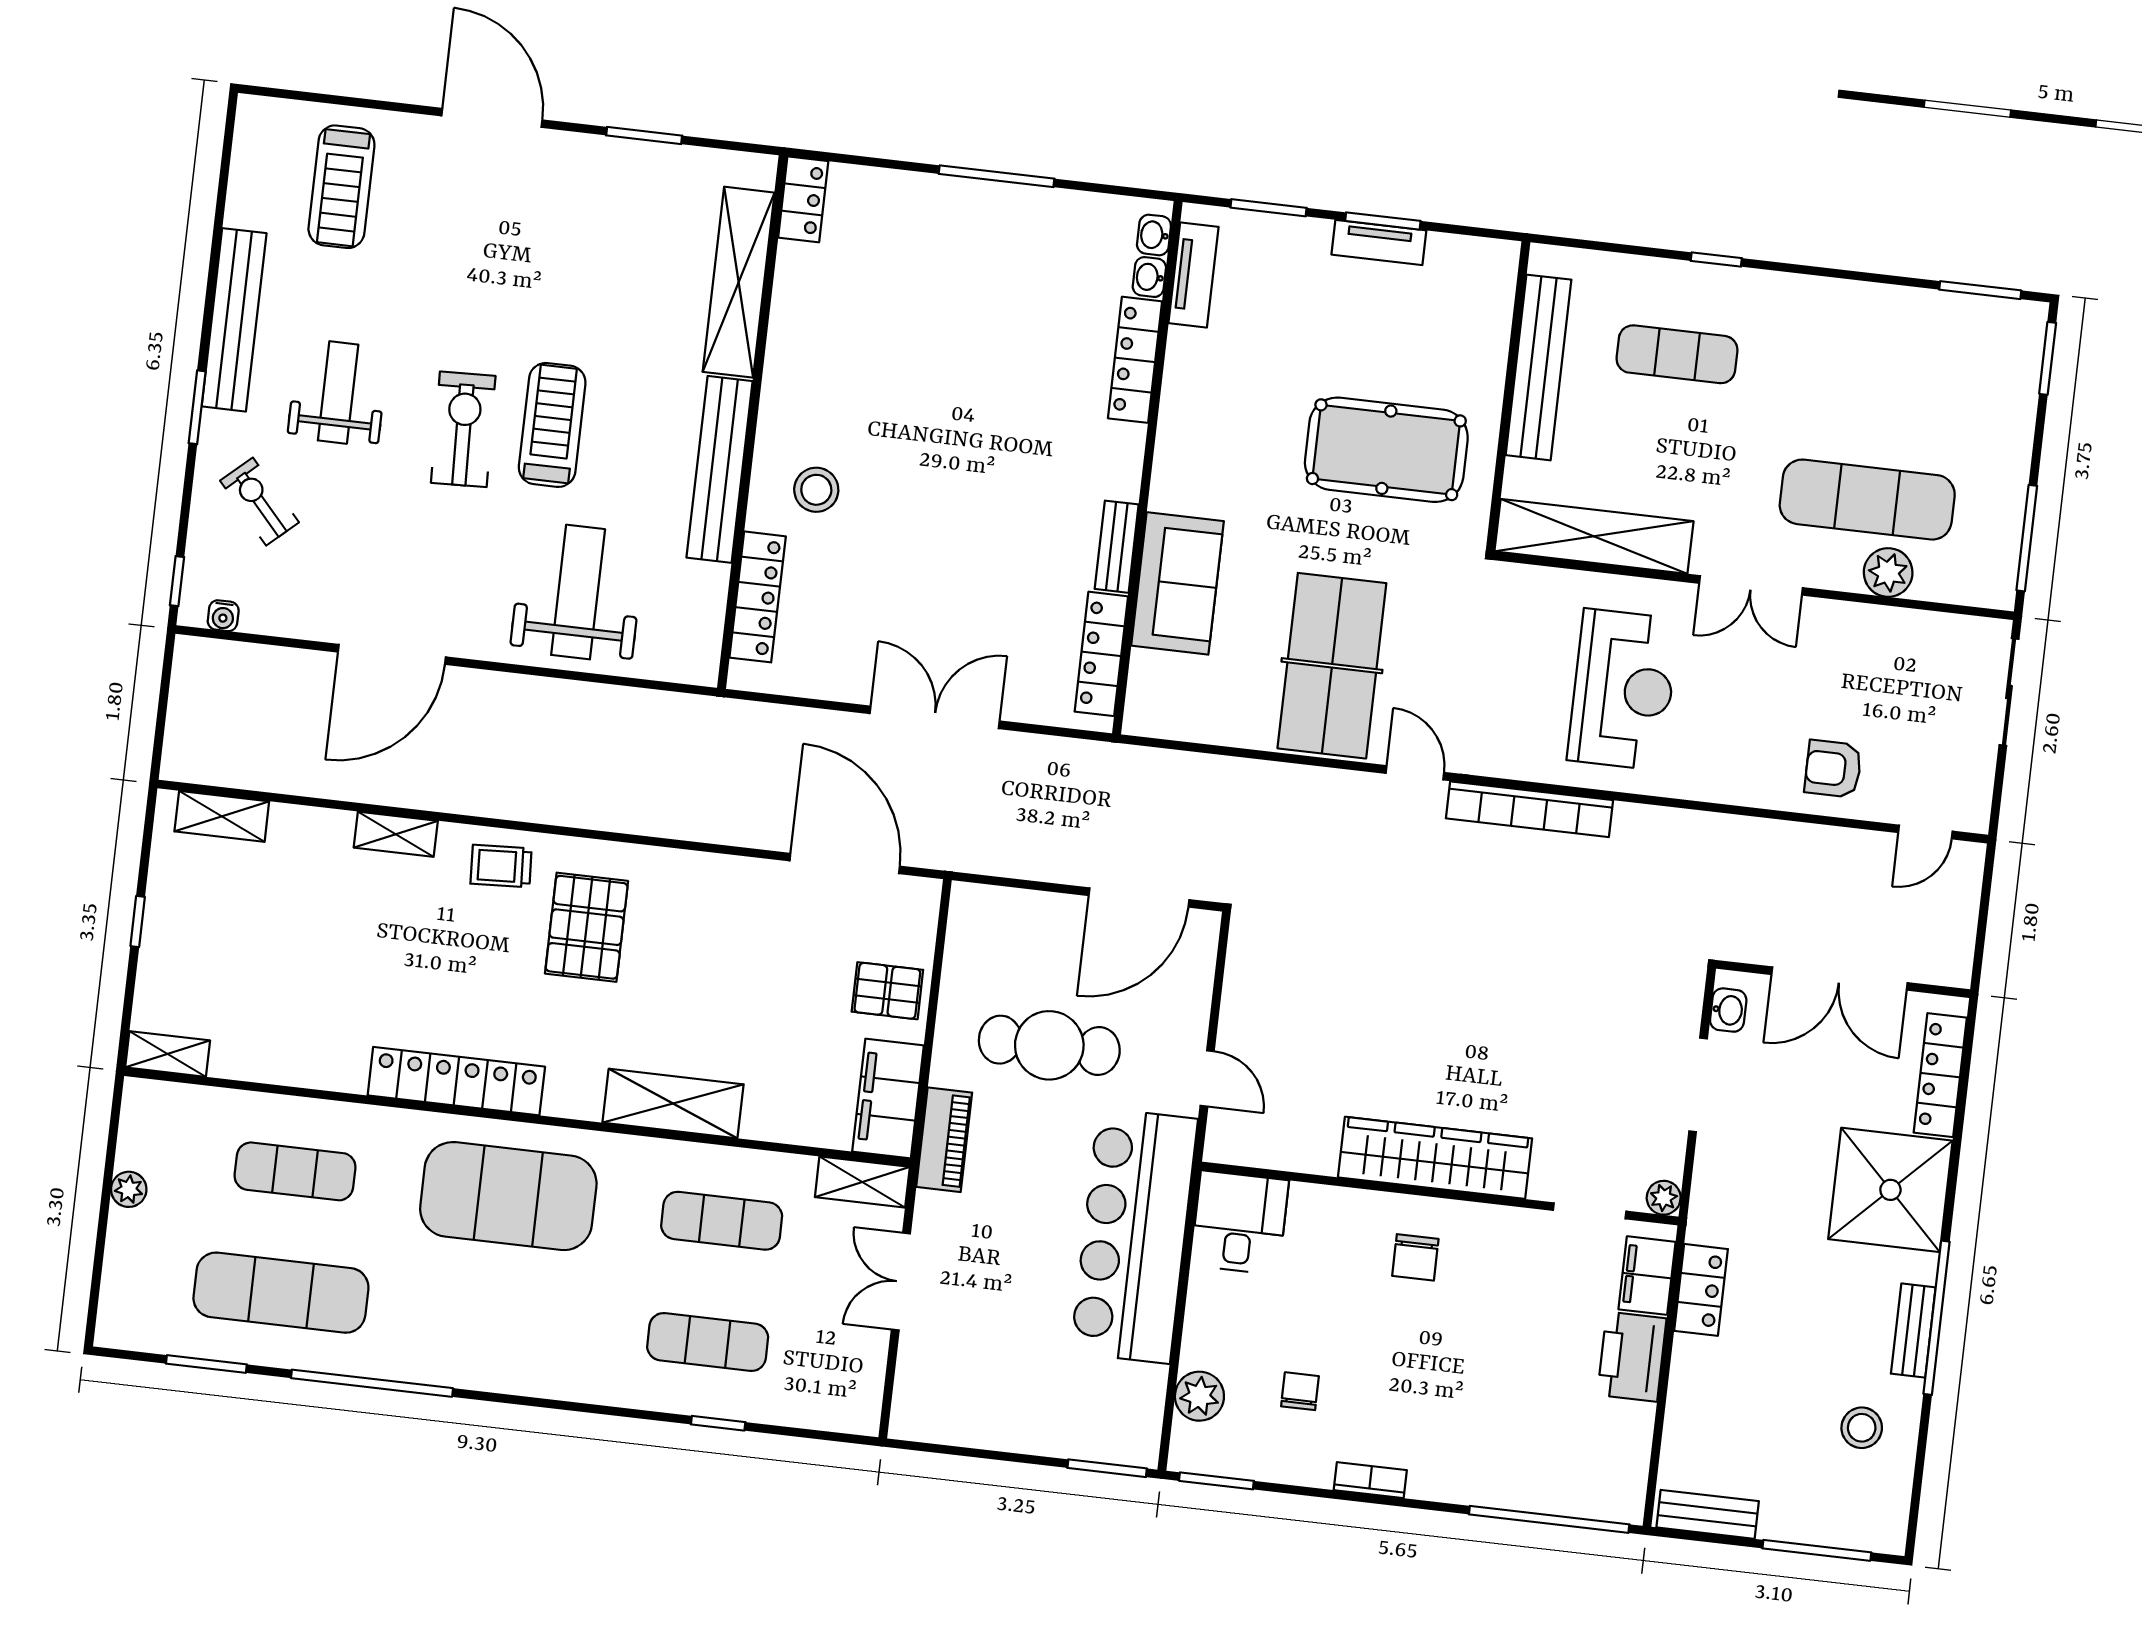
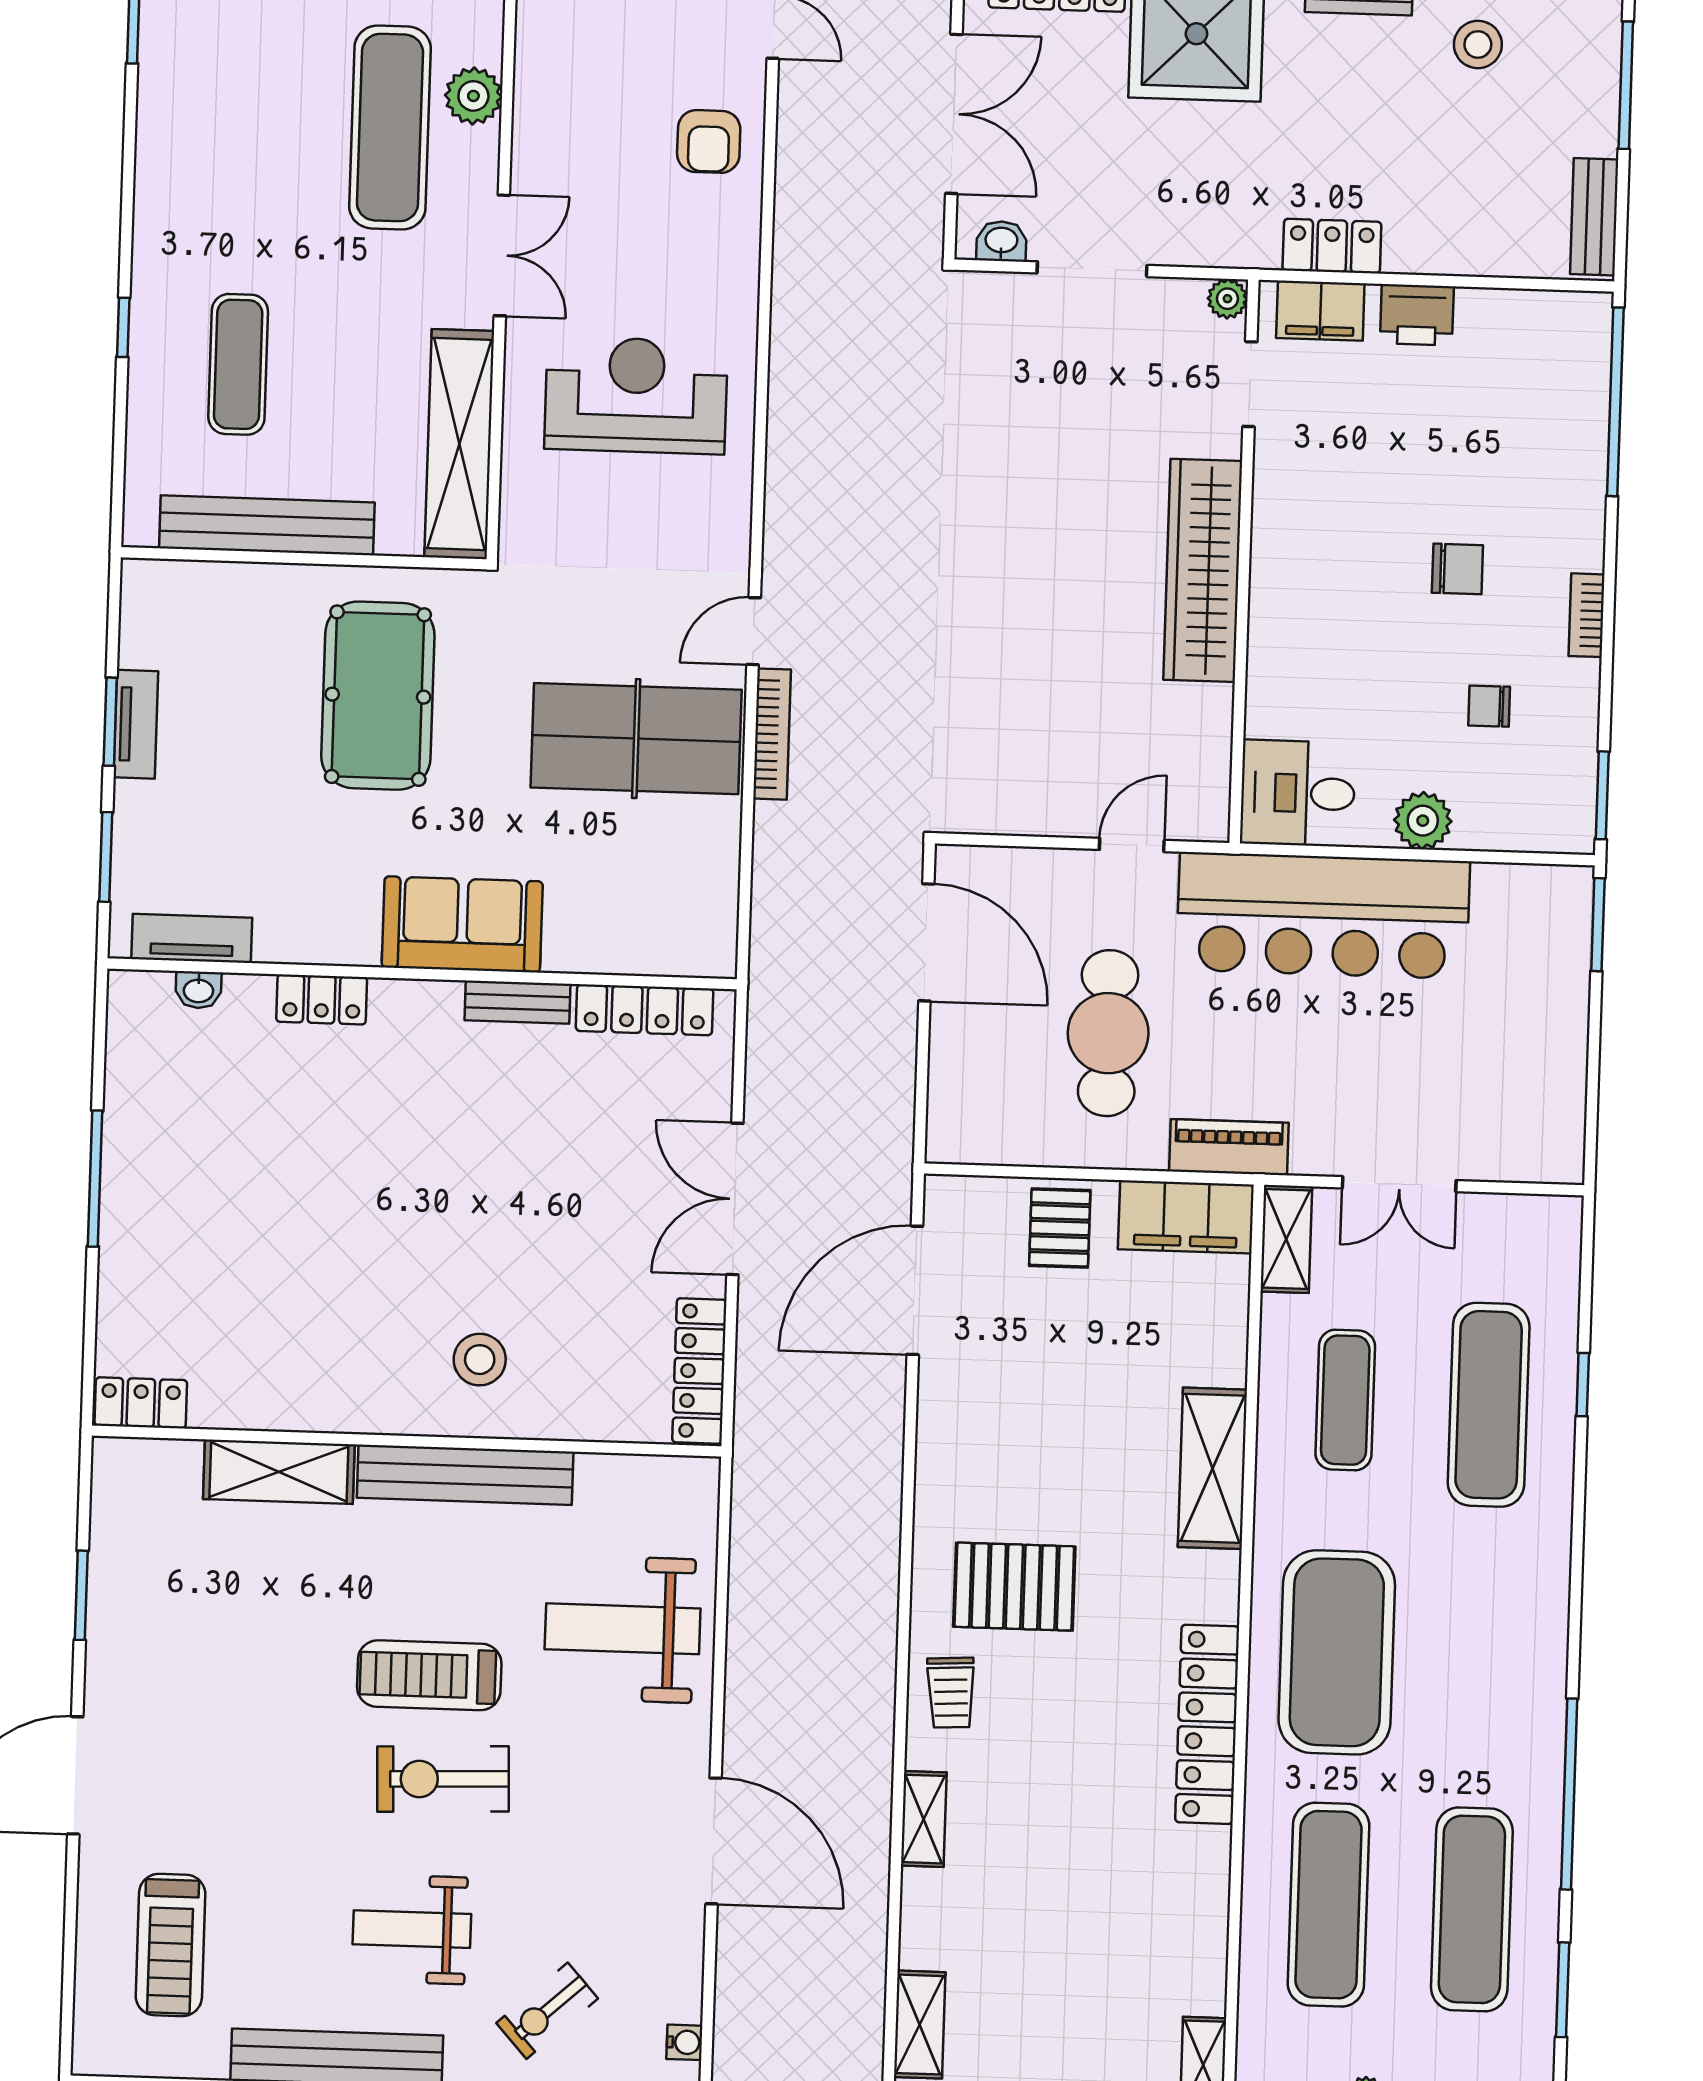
treadmill: (341, 187) -> (170, 1945), turned 90
washbasin: (1154, 235) -> (149, 989), removed
shelving: (739, 282) -> (279, 1472), width x0.68
locker: (1135, 360) -> (322, 999), width x0.66
sofa: (1177, 583) -> (462, 924), moved
locker: (758, 597) -> (699, 1371), moved, turned -90
bookcase: (1529, 809) -> (772, 734), moved, width x0.68, depth x0.76
exercise mat: (295, 1171) -> (1328, 1905), width x1.36, depth x1.45
chair: (1415, 1257) -> (1457, 569), moved
exercise mat: (708, 1342) -> (1489, 1405), width x1.36, depth x1.45
printer: (1632, 1357) -> (1417, 315), width x0.73, depth x0.84
plant: (1199, 1396) -> (1423, 821), moved

